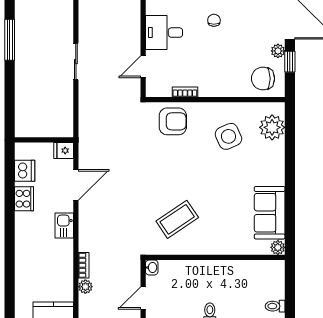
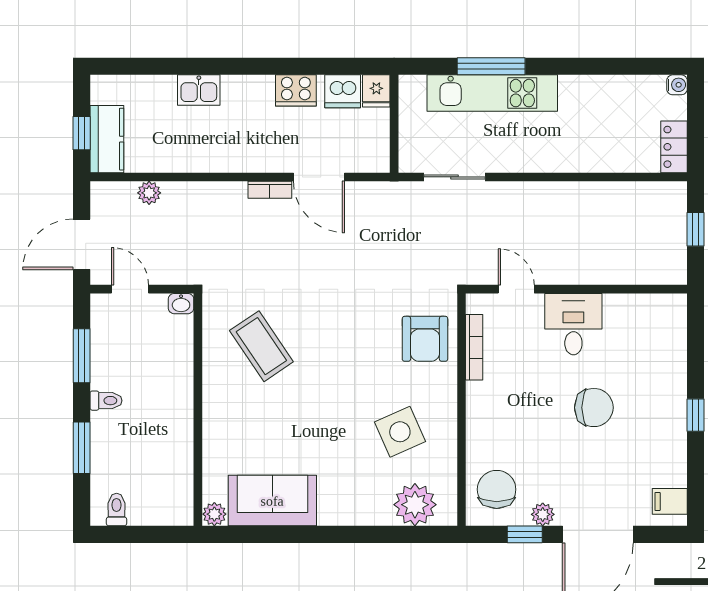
chair: (214, 20) -> (594, 408), width x1.87, depth x1.87
window: (10, 40) -> (491, 66), moved
sliding door: (76, 62) -> (454, 177), moved
kitchen unit: (26, 81) -> (492, 93), added
bookcase: (185, 92) -> (474, 347), width x1.56
fridge: (64, 151) -> (376, 91), moved, turned 180
kitchen sink: (64, 226) -> (199, 90), moved, turned 180
bookcase: (84, 265) -> (270, 190), moved

